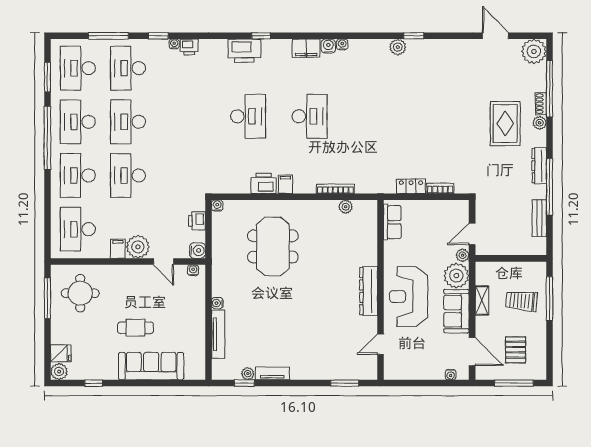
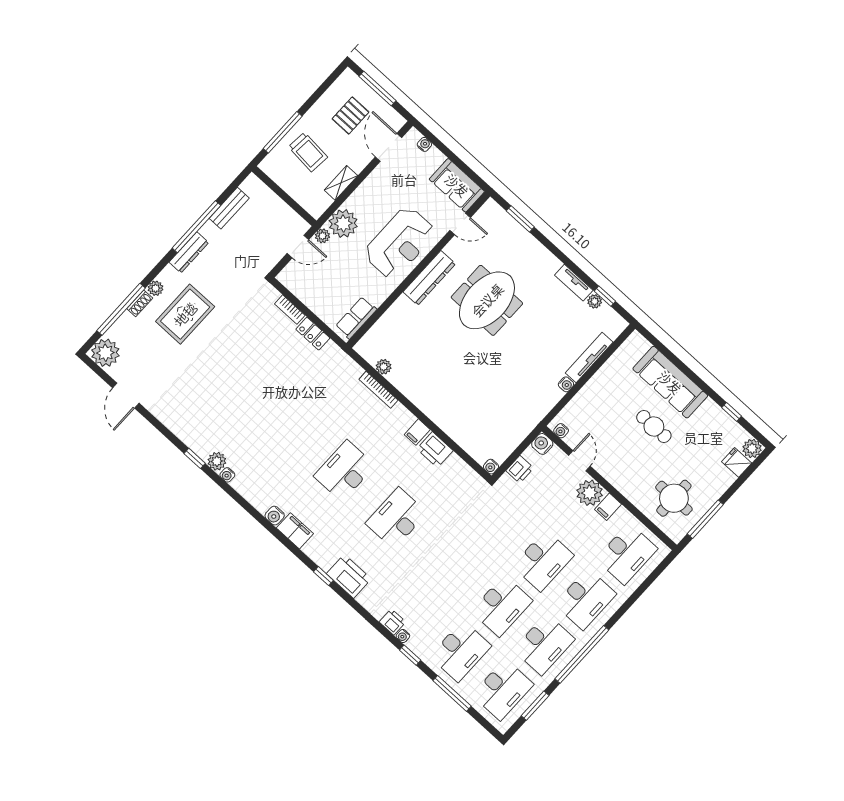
water cooler: (342, 44) -> (227, 475), moved
meeting table: (273, 246) -> (487, 300), moved
sofa: (456, 311) -> (457, 185), moved, turned 90

